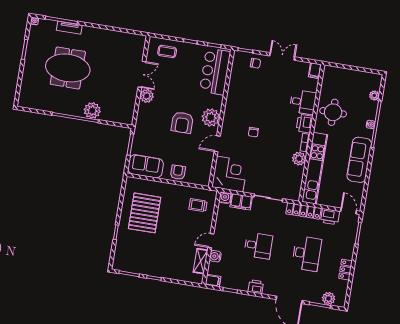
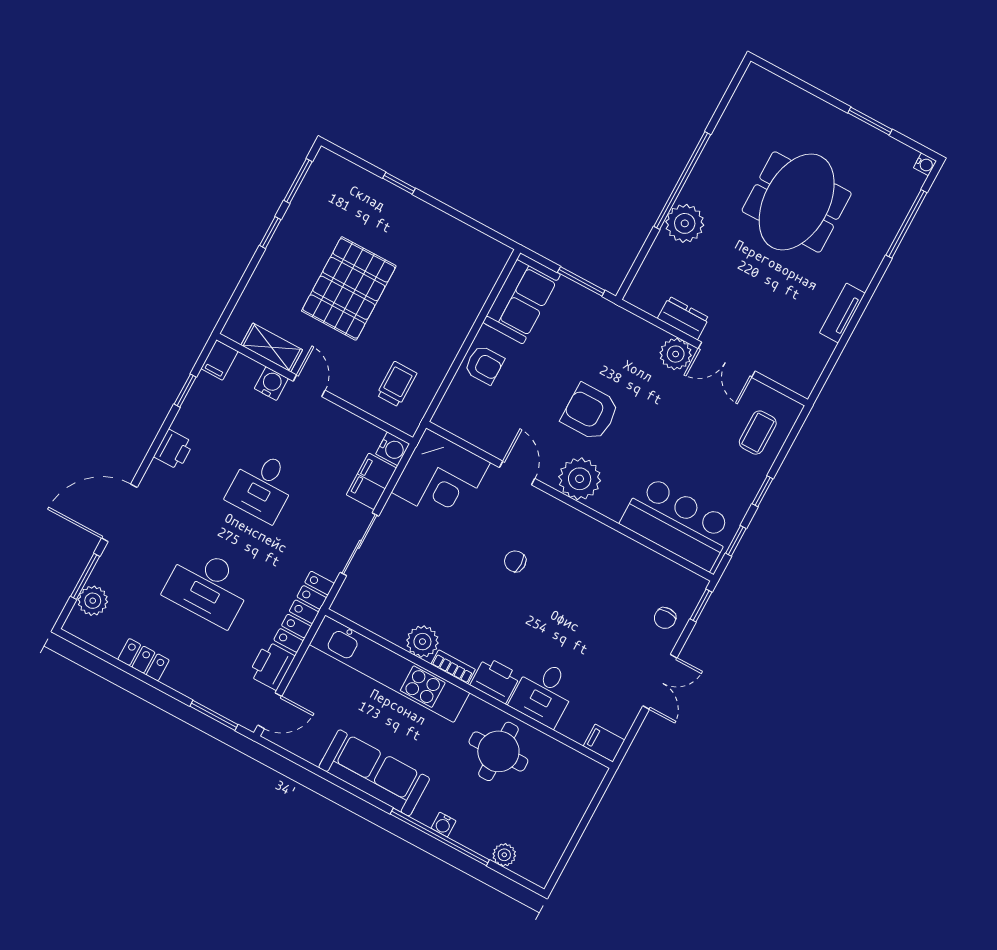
tv unit: (69, 28) -> (842, 313), moved
dresser: (131, 98) -> (683, 318), added
pallet: (145, 213) -> (349, 288), moved, turned 90

